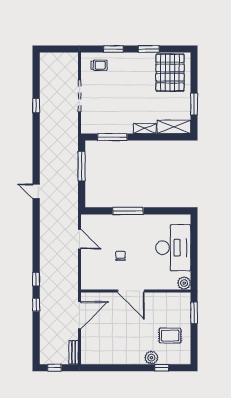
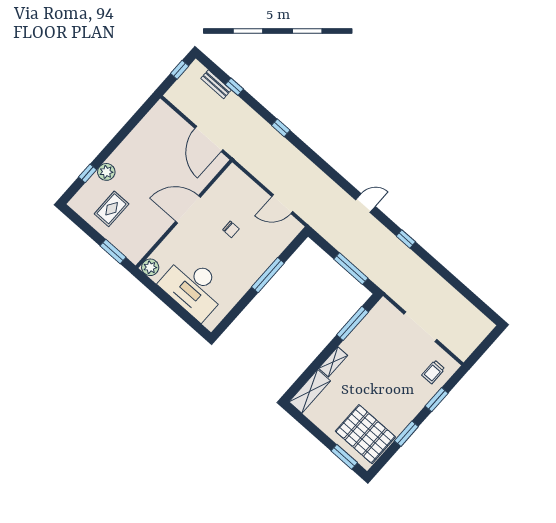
window: (194, 104) -> (344, 457), moved
window: (36, 106) -> (406, 239), moved
window: (36, 305) -> (234, 87), moved
bench: (74, 352) -> (216, 84), moved

